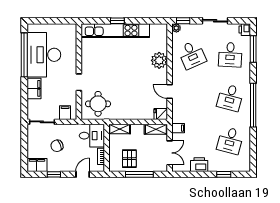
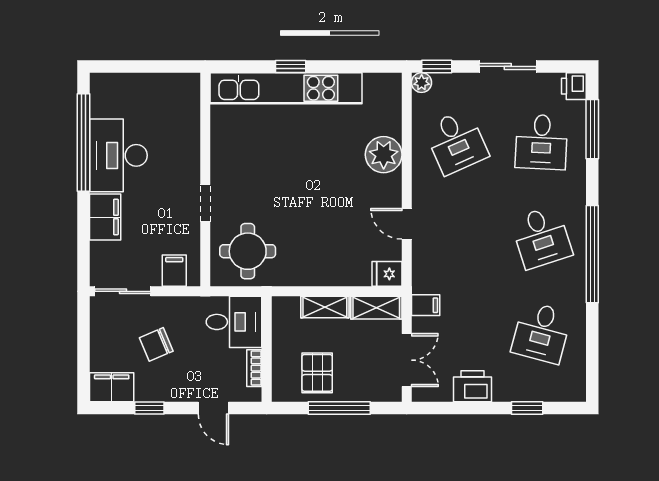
desk: (44, 55) -> (118, 155), width x0.73, depth x0.77
desk: (230, 98) -> (541, 237), turned -33
shelving: (120, 129) -> (325, 307), moved
door: (83, 174) -> (213, 408), swing flipped

